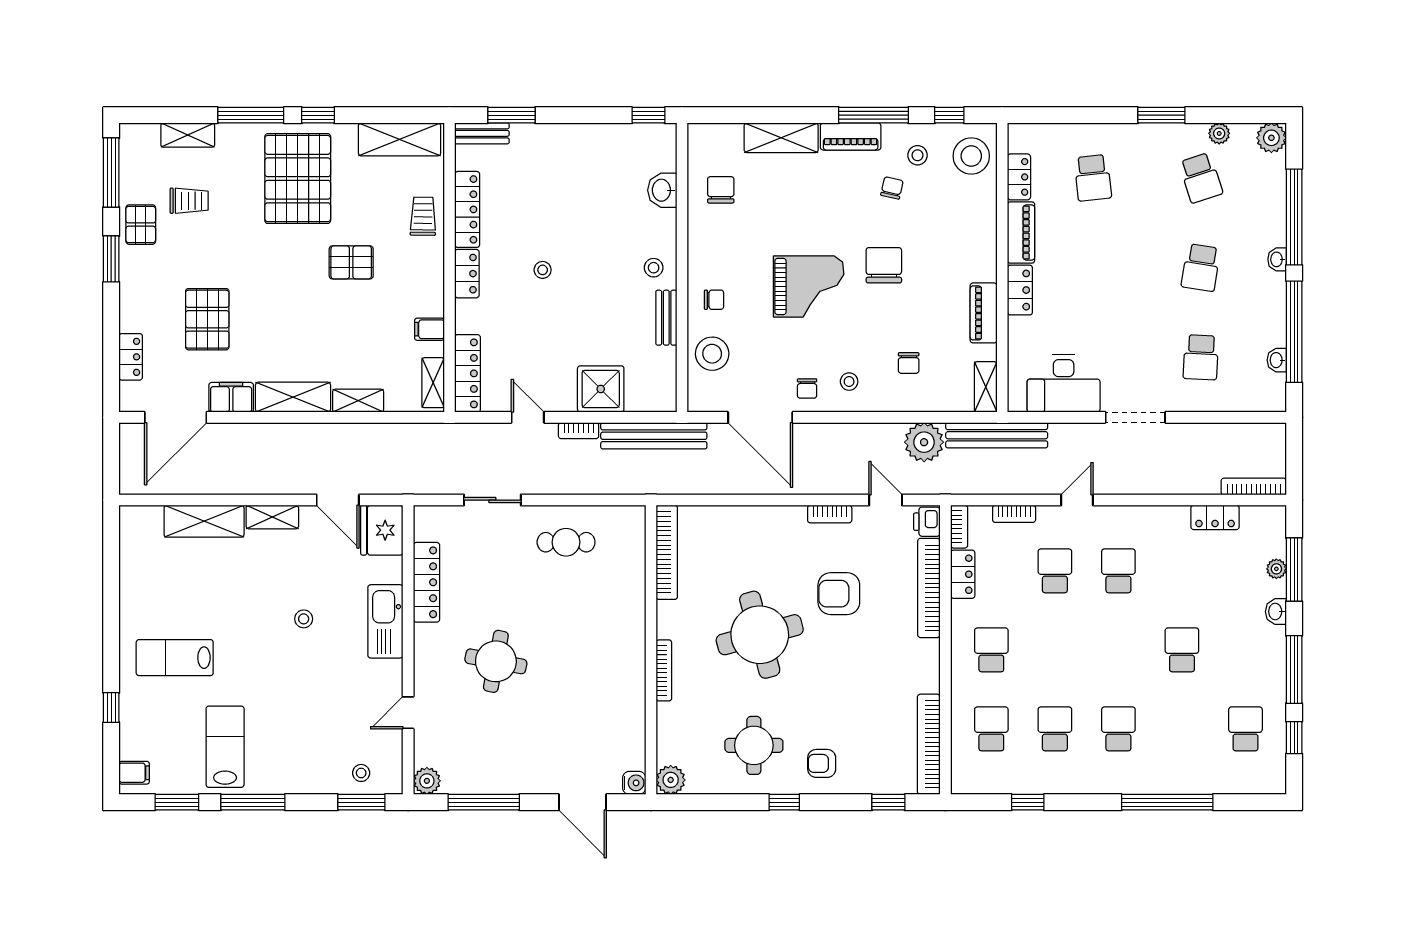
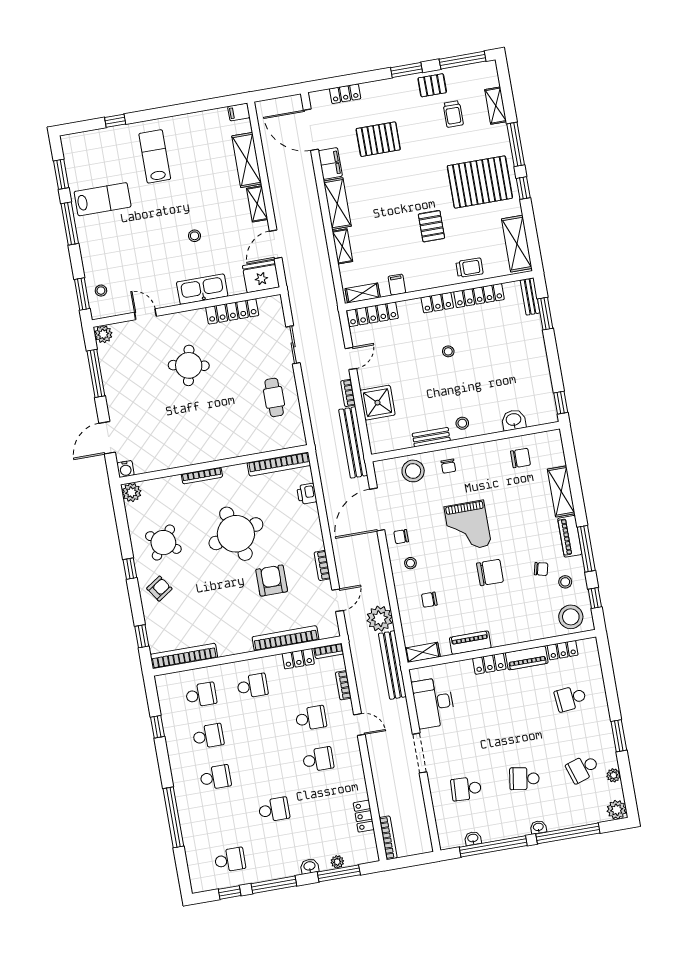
printer: (927, 522) -> (307, 494), moved, turned -90
round table: (754, 745) -> (163, 543), turned 36
armchair: (822, 763) -> (159, 589), turned 56
filing cabinet: (134, 773) -> (239, 112), moved, turned 90

